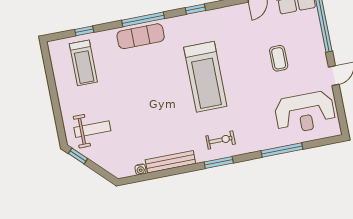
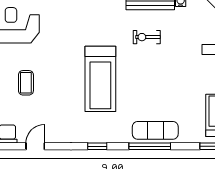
treadmill: (205, 77) -> (100, 79), turned 180
exercise bike: (221, 140) -> (147, 37), moved

